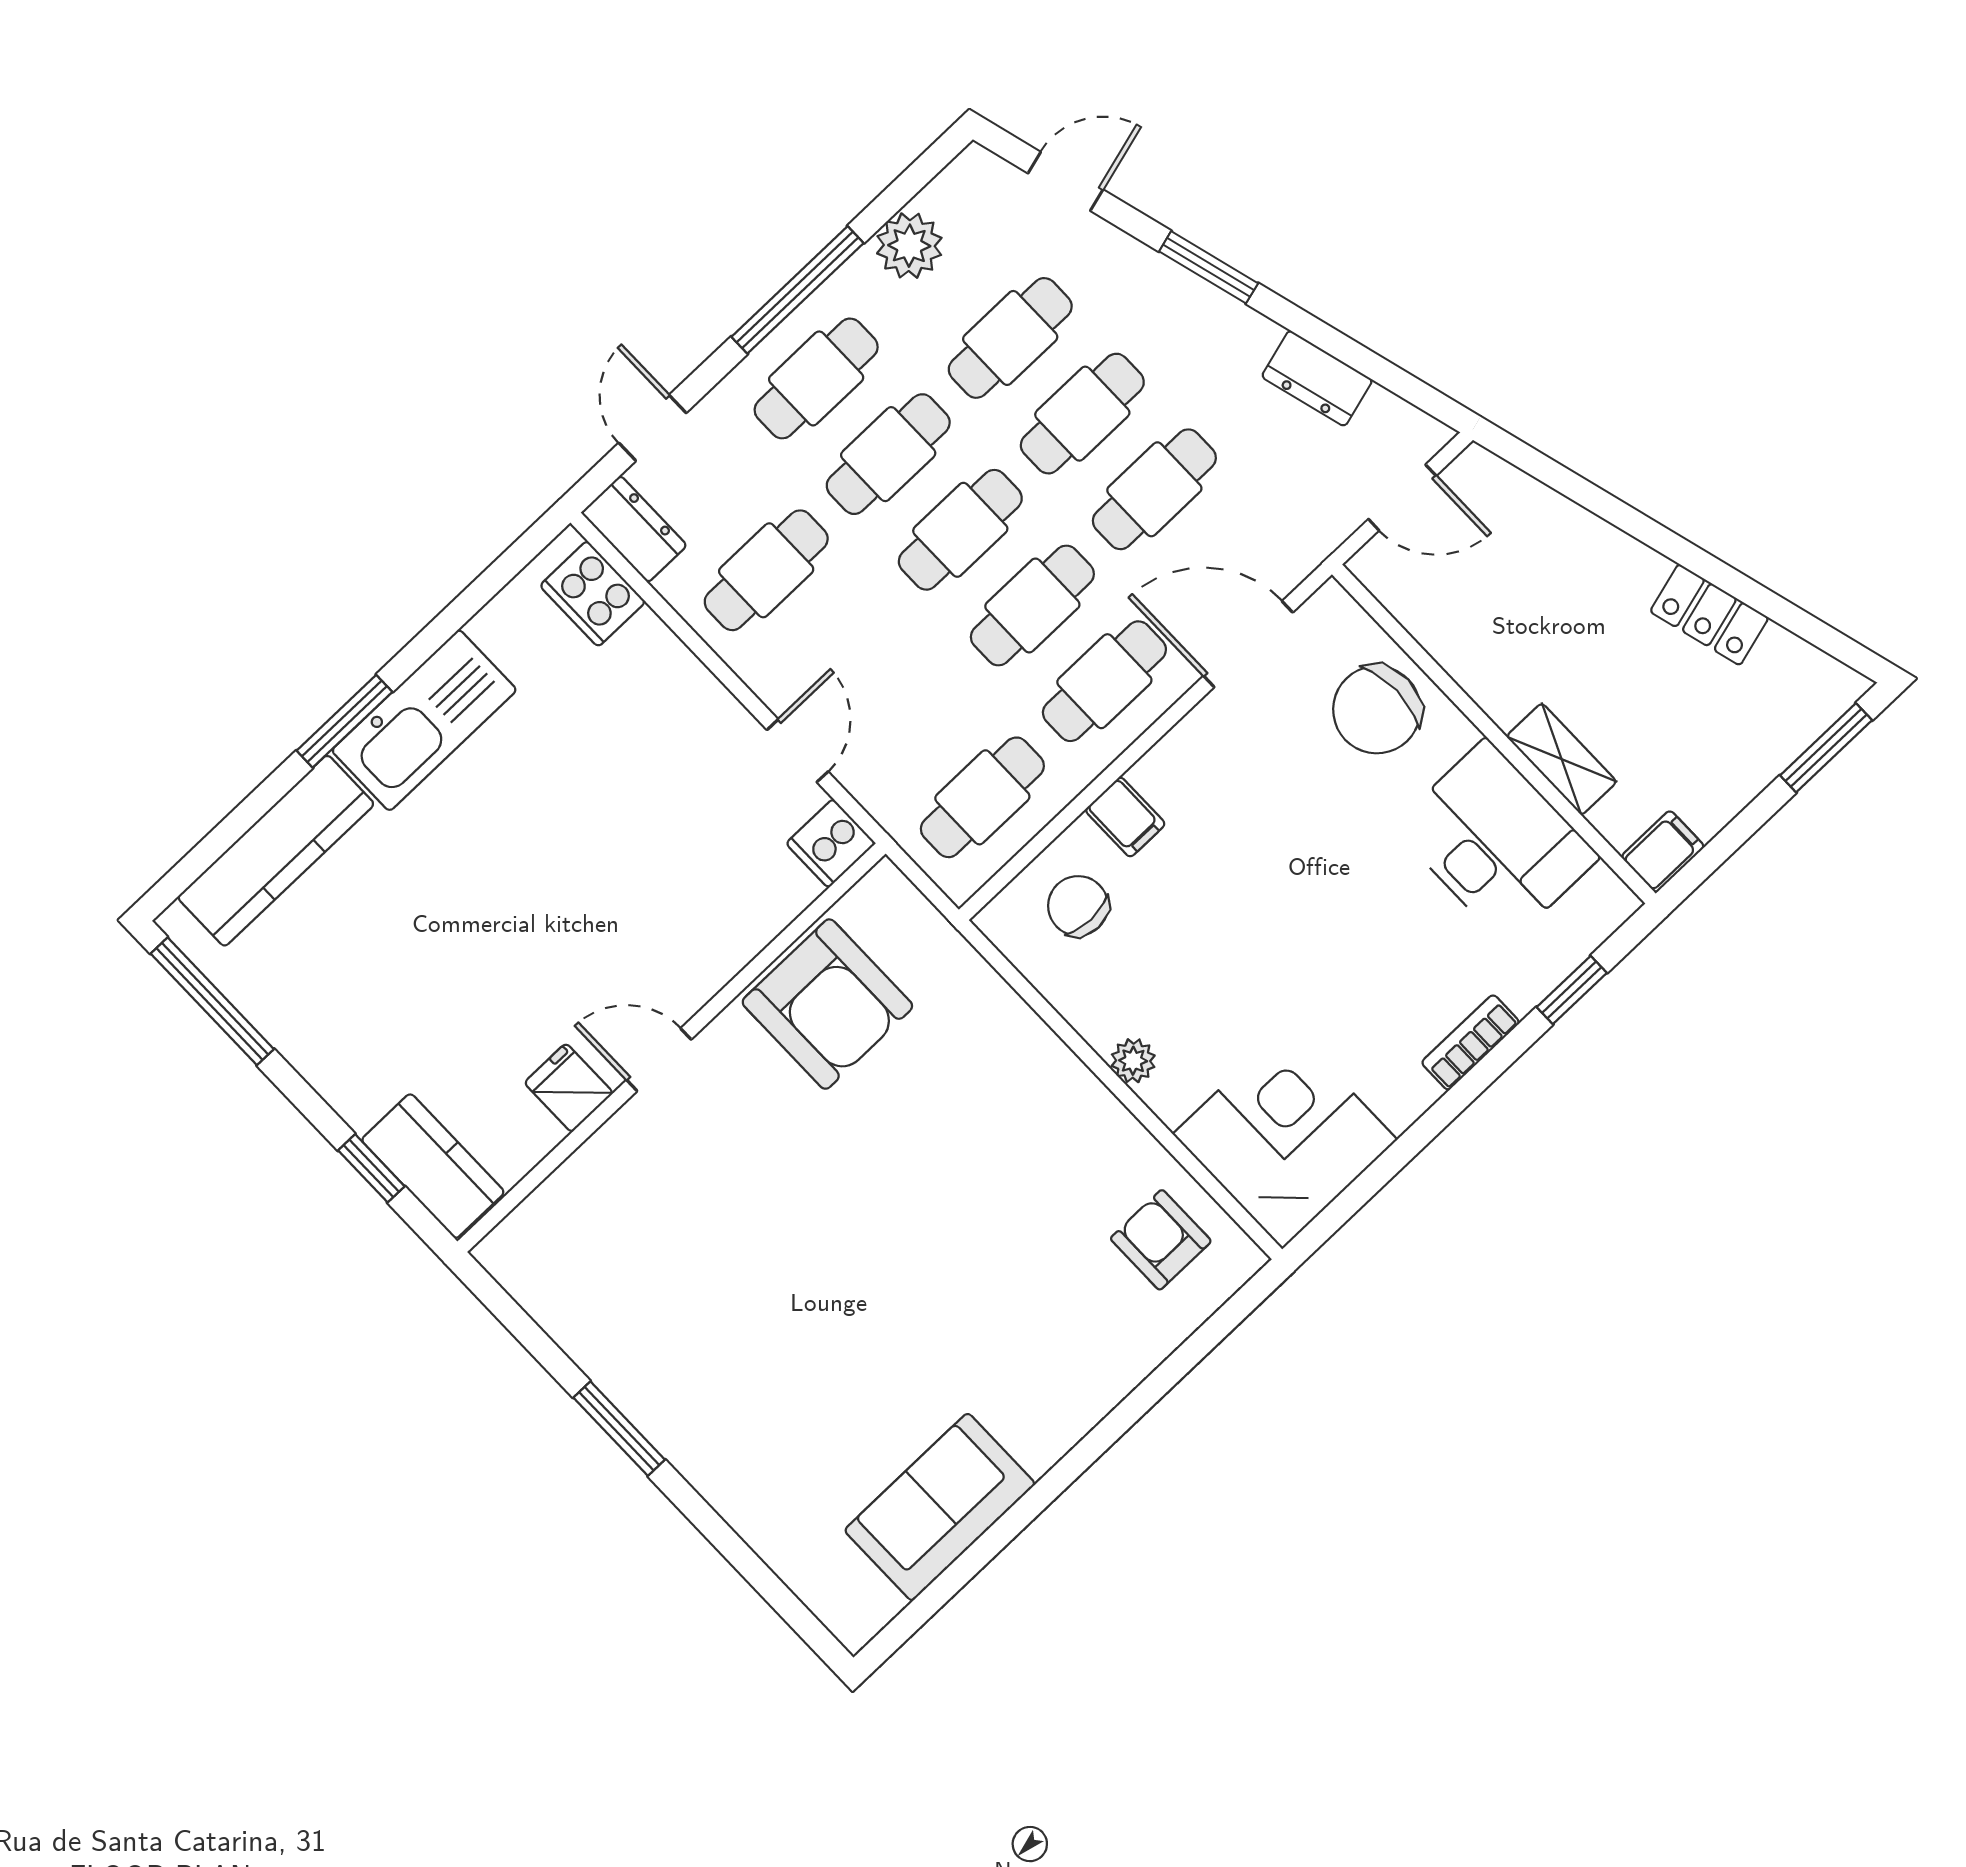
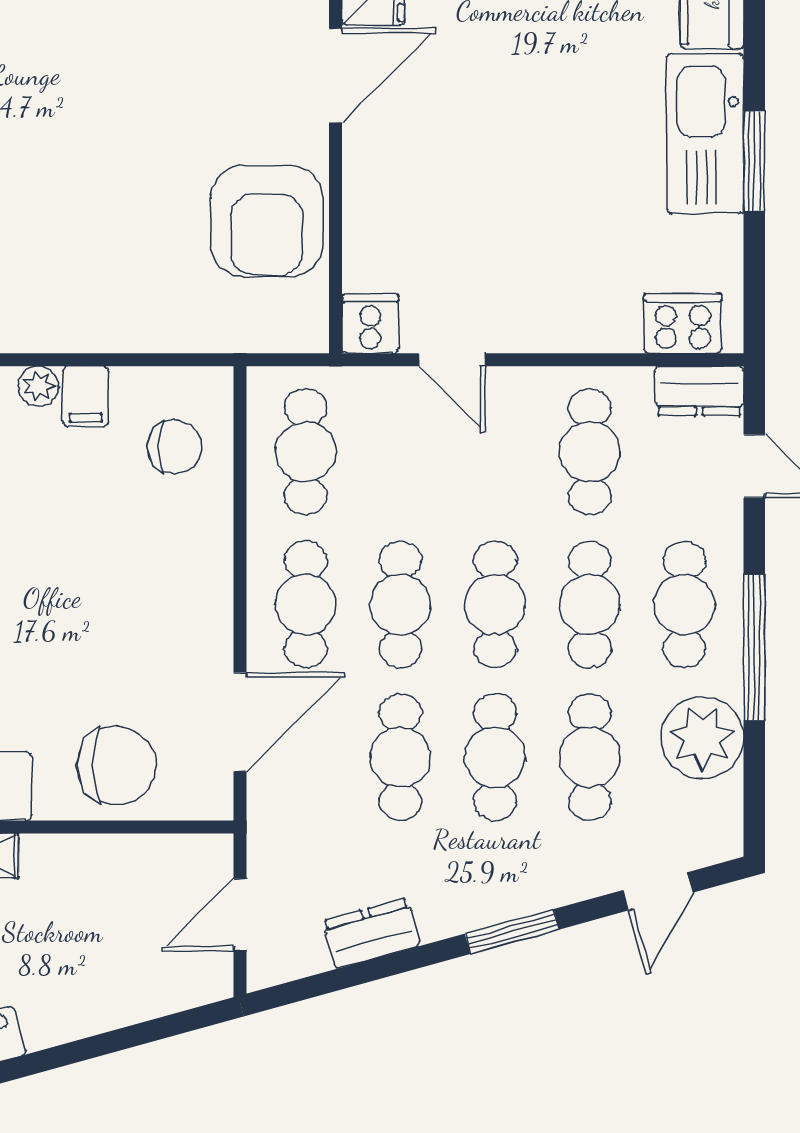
plant: (909, 246) -> (702, 738), width x1.36, depth x1.36
chair: (1377, 710) -> (117, 766), turned 90
window: (344, 721) -> (754, 161), moved
filing cabinet: (1125, 817) -> (86, 396), moved, turned -90
armchair: (827, 1004) -> (267, 221), turned -90
door: (659, 1060) -> (336, 76), width x1.38

